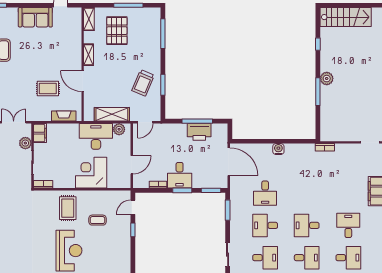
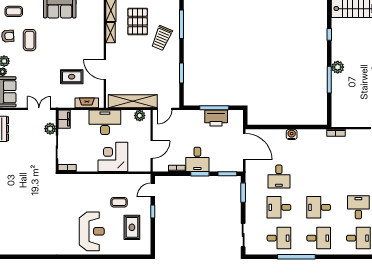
shelving: (89, 55) -> (111, 33), moved
trolley: (143, 83) -> (162, 38), moved
shelving: (112, 114) -> (133, 101), width x1.47
desk: (96, 136) -> (105, 122), moved
rug: (68, 208) -> (132, 227), moved

